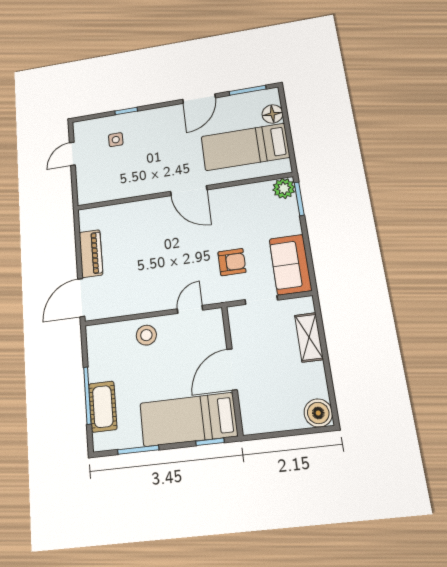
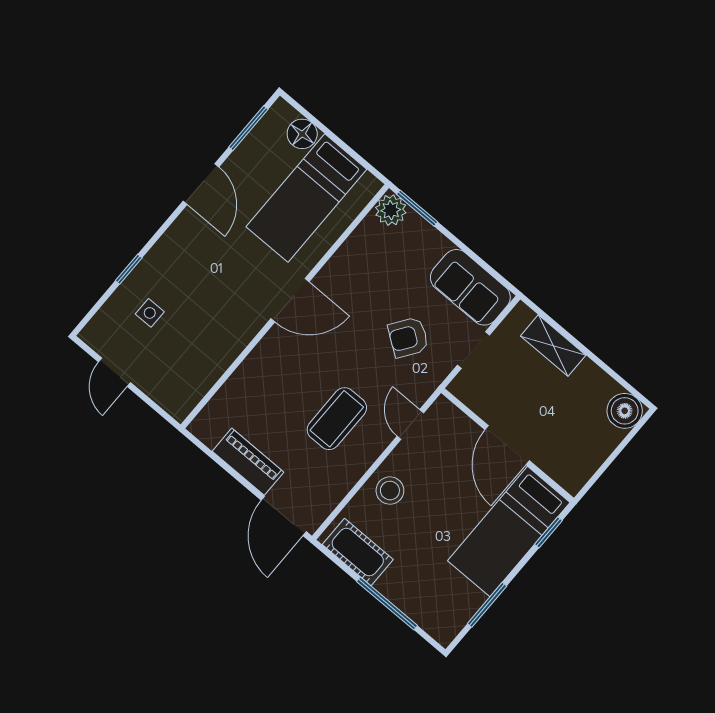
armchair: (232, 262) -> (408, 337), turned -145
coffee table: (155, 272) -> (337, 419), added
cot: (103, 407) -> (358, 552), moved

